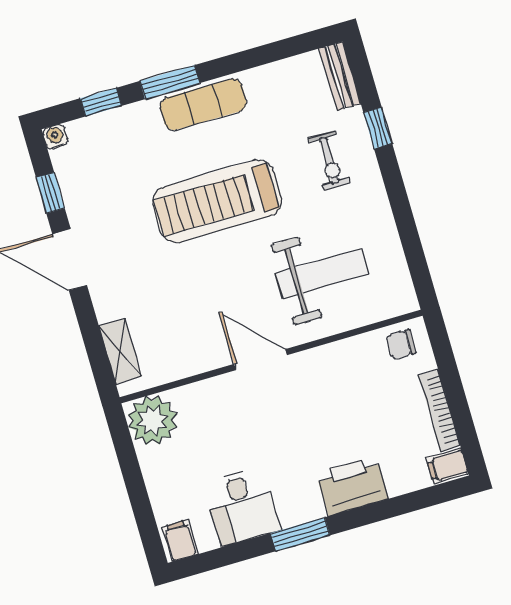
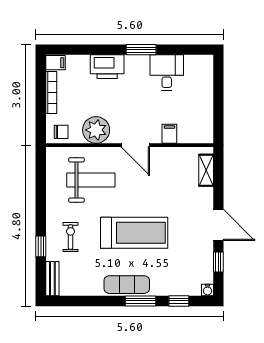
weight bench: (323, 274) -> (91, 180), turned 180
plant: (152, 420) -> (96, 130), moved
filing cabinet: (180, 541) -> (169, 134), moved, turned 180

